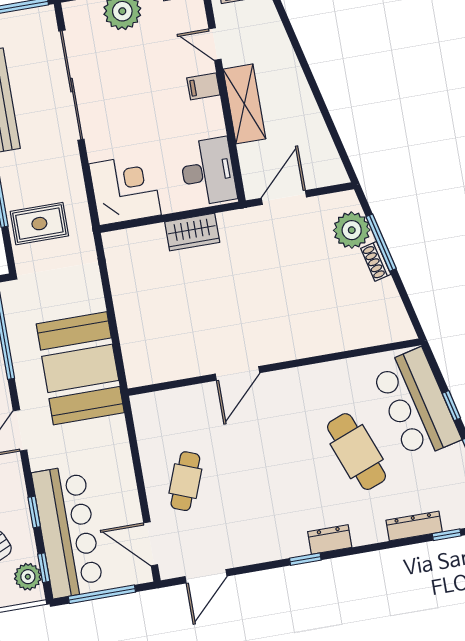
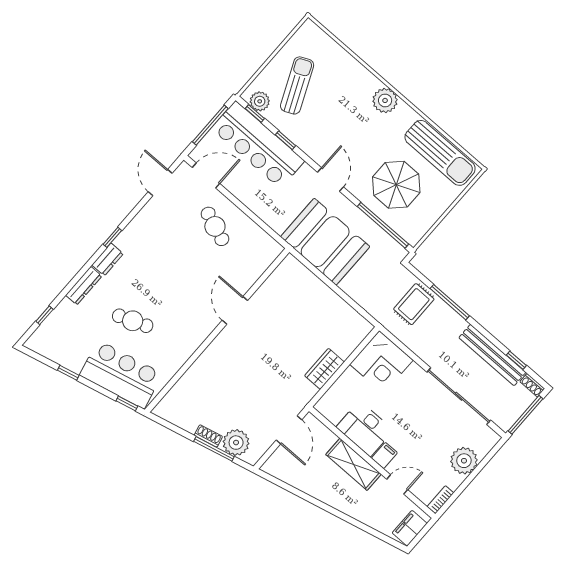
desk: (208, 172) -> (365, 429), moved
window: (451, 406) -> (127, 403), moved
cafe table: (357, 452) -> (133, 321), width x0.73, depth x0.74
dresser: (414, 526) -> (84, 286), moved

